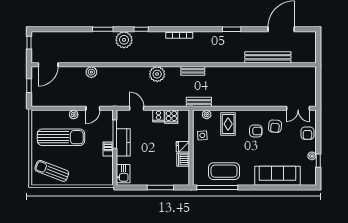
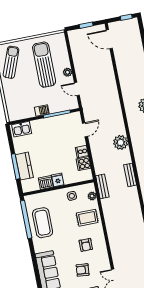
plant: (91, 72) -> (110, 81), removed
armchair: (275, 126) -> (83, 270), moved
sun lounger: (61, 137) -> (44, 65), turned 180
kitchen counter: (123, 142) -> (24, 166), moved, turned -90

